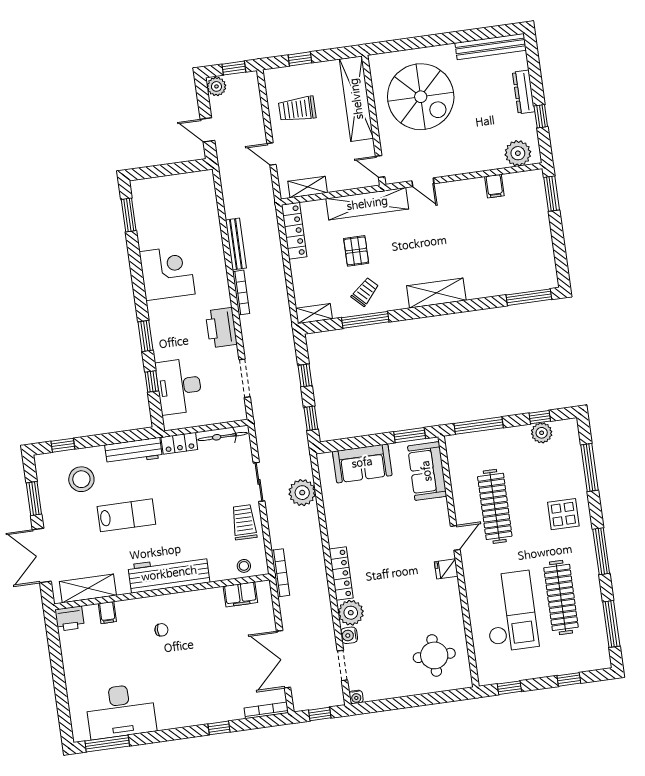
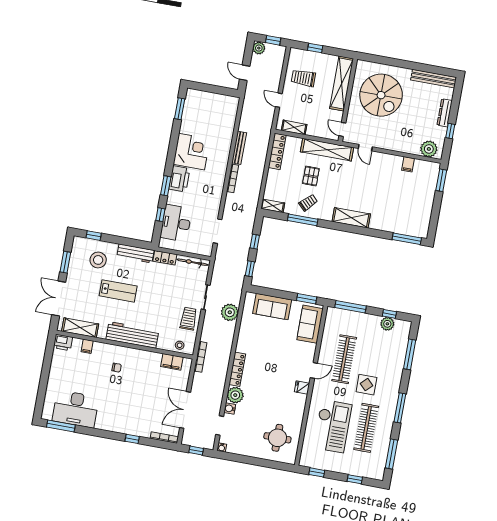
printer: (221, 328) -> (179, 179), moved, turned 180
display table: (563, 514) -> (366, 385), moved

